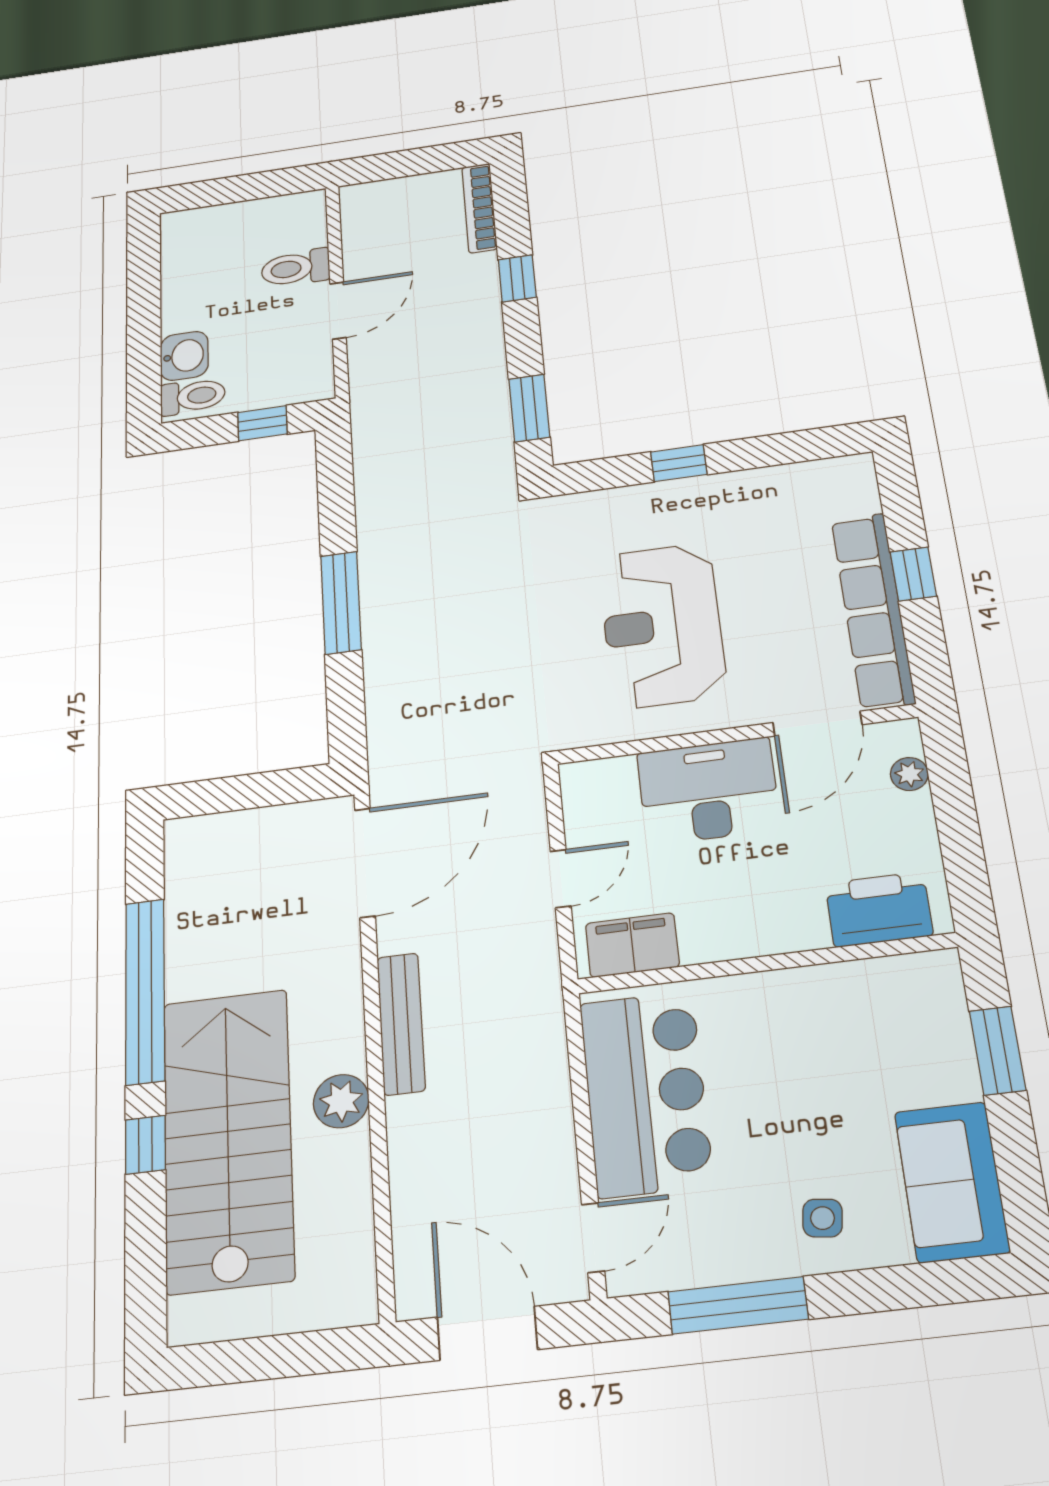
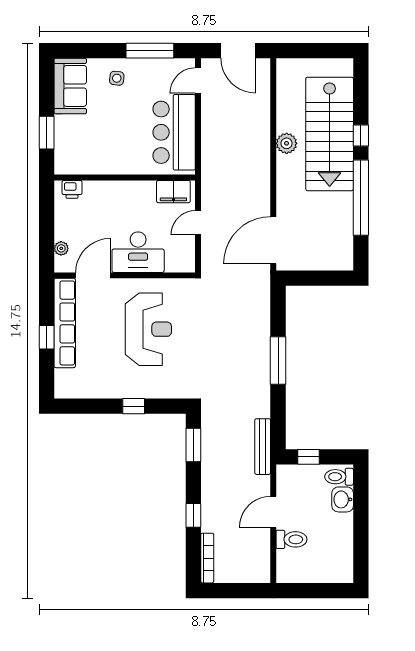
printer: (879, 909) -> (72, 189), width x0.53, depth x0.68
bench: (401, 1024) -> (263, 447), moved

